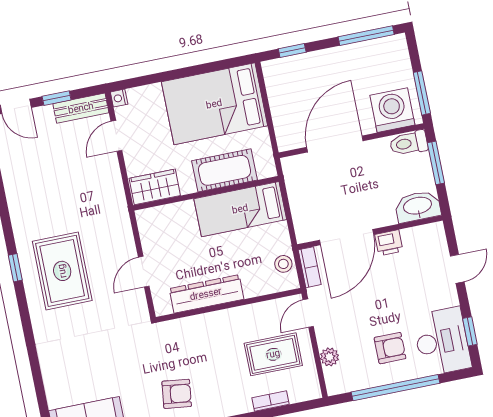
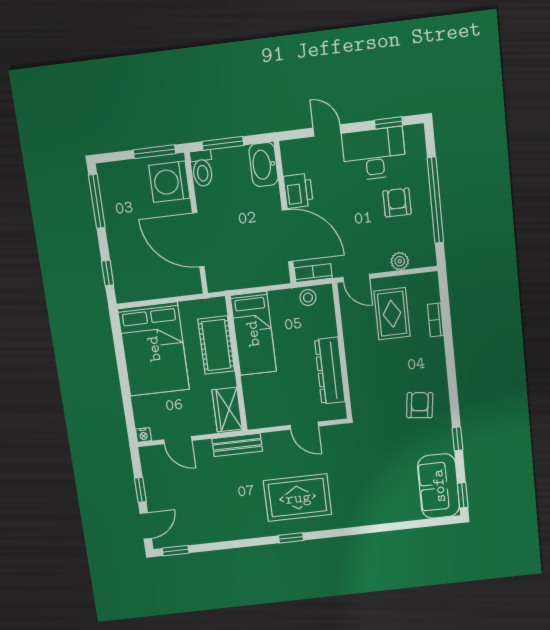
bench: (81, 108) -> (237, 445), moved, turned 90
printer: (389, 243) -> (298, 191), width x1.36, depth x1.24
desk: (442, 341) -> (374, 154), moved

